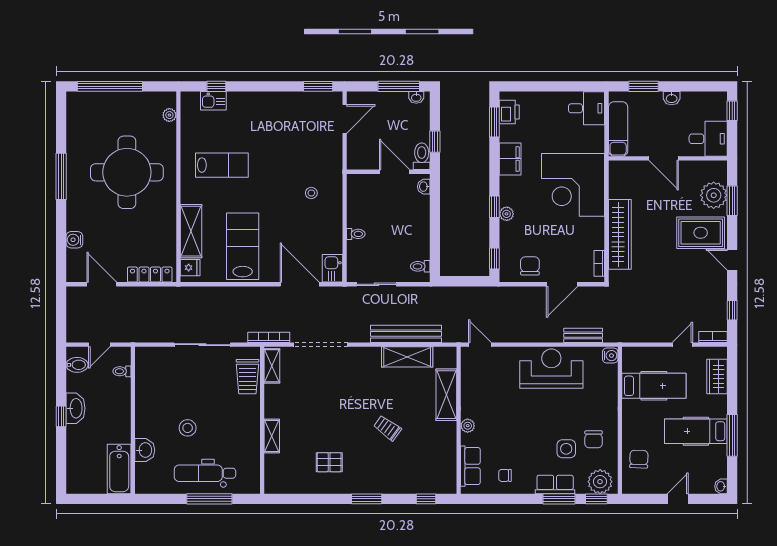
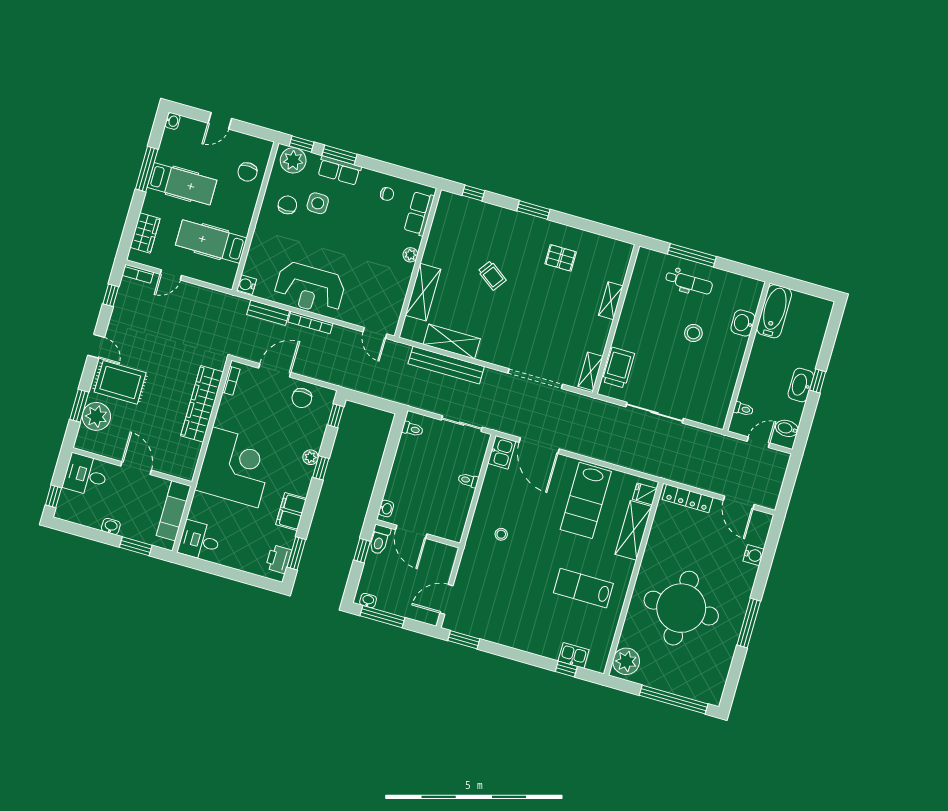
plant: (169, 115) -> (626, 661), width x1.87, depth x1.87
bookcase: (269, 337) -> (310, 323), moved
dental chair: (205, 473) -> (689, 282), width x0.73, depth x0.72

